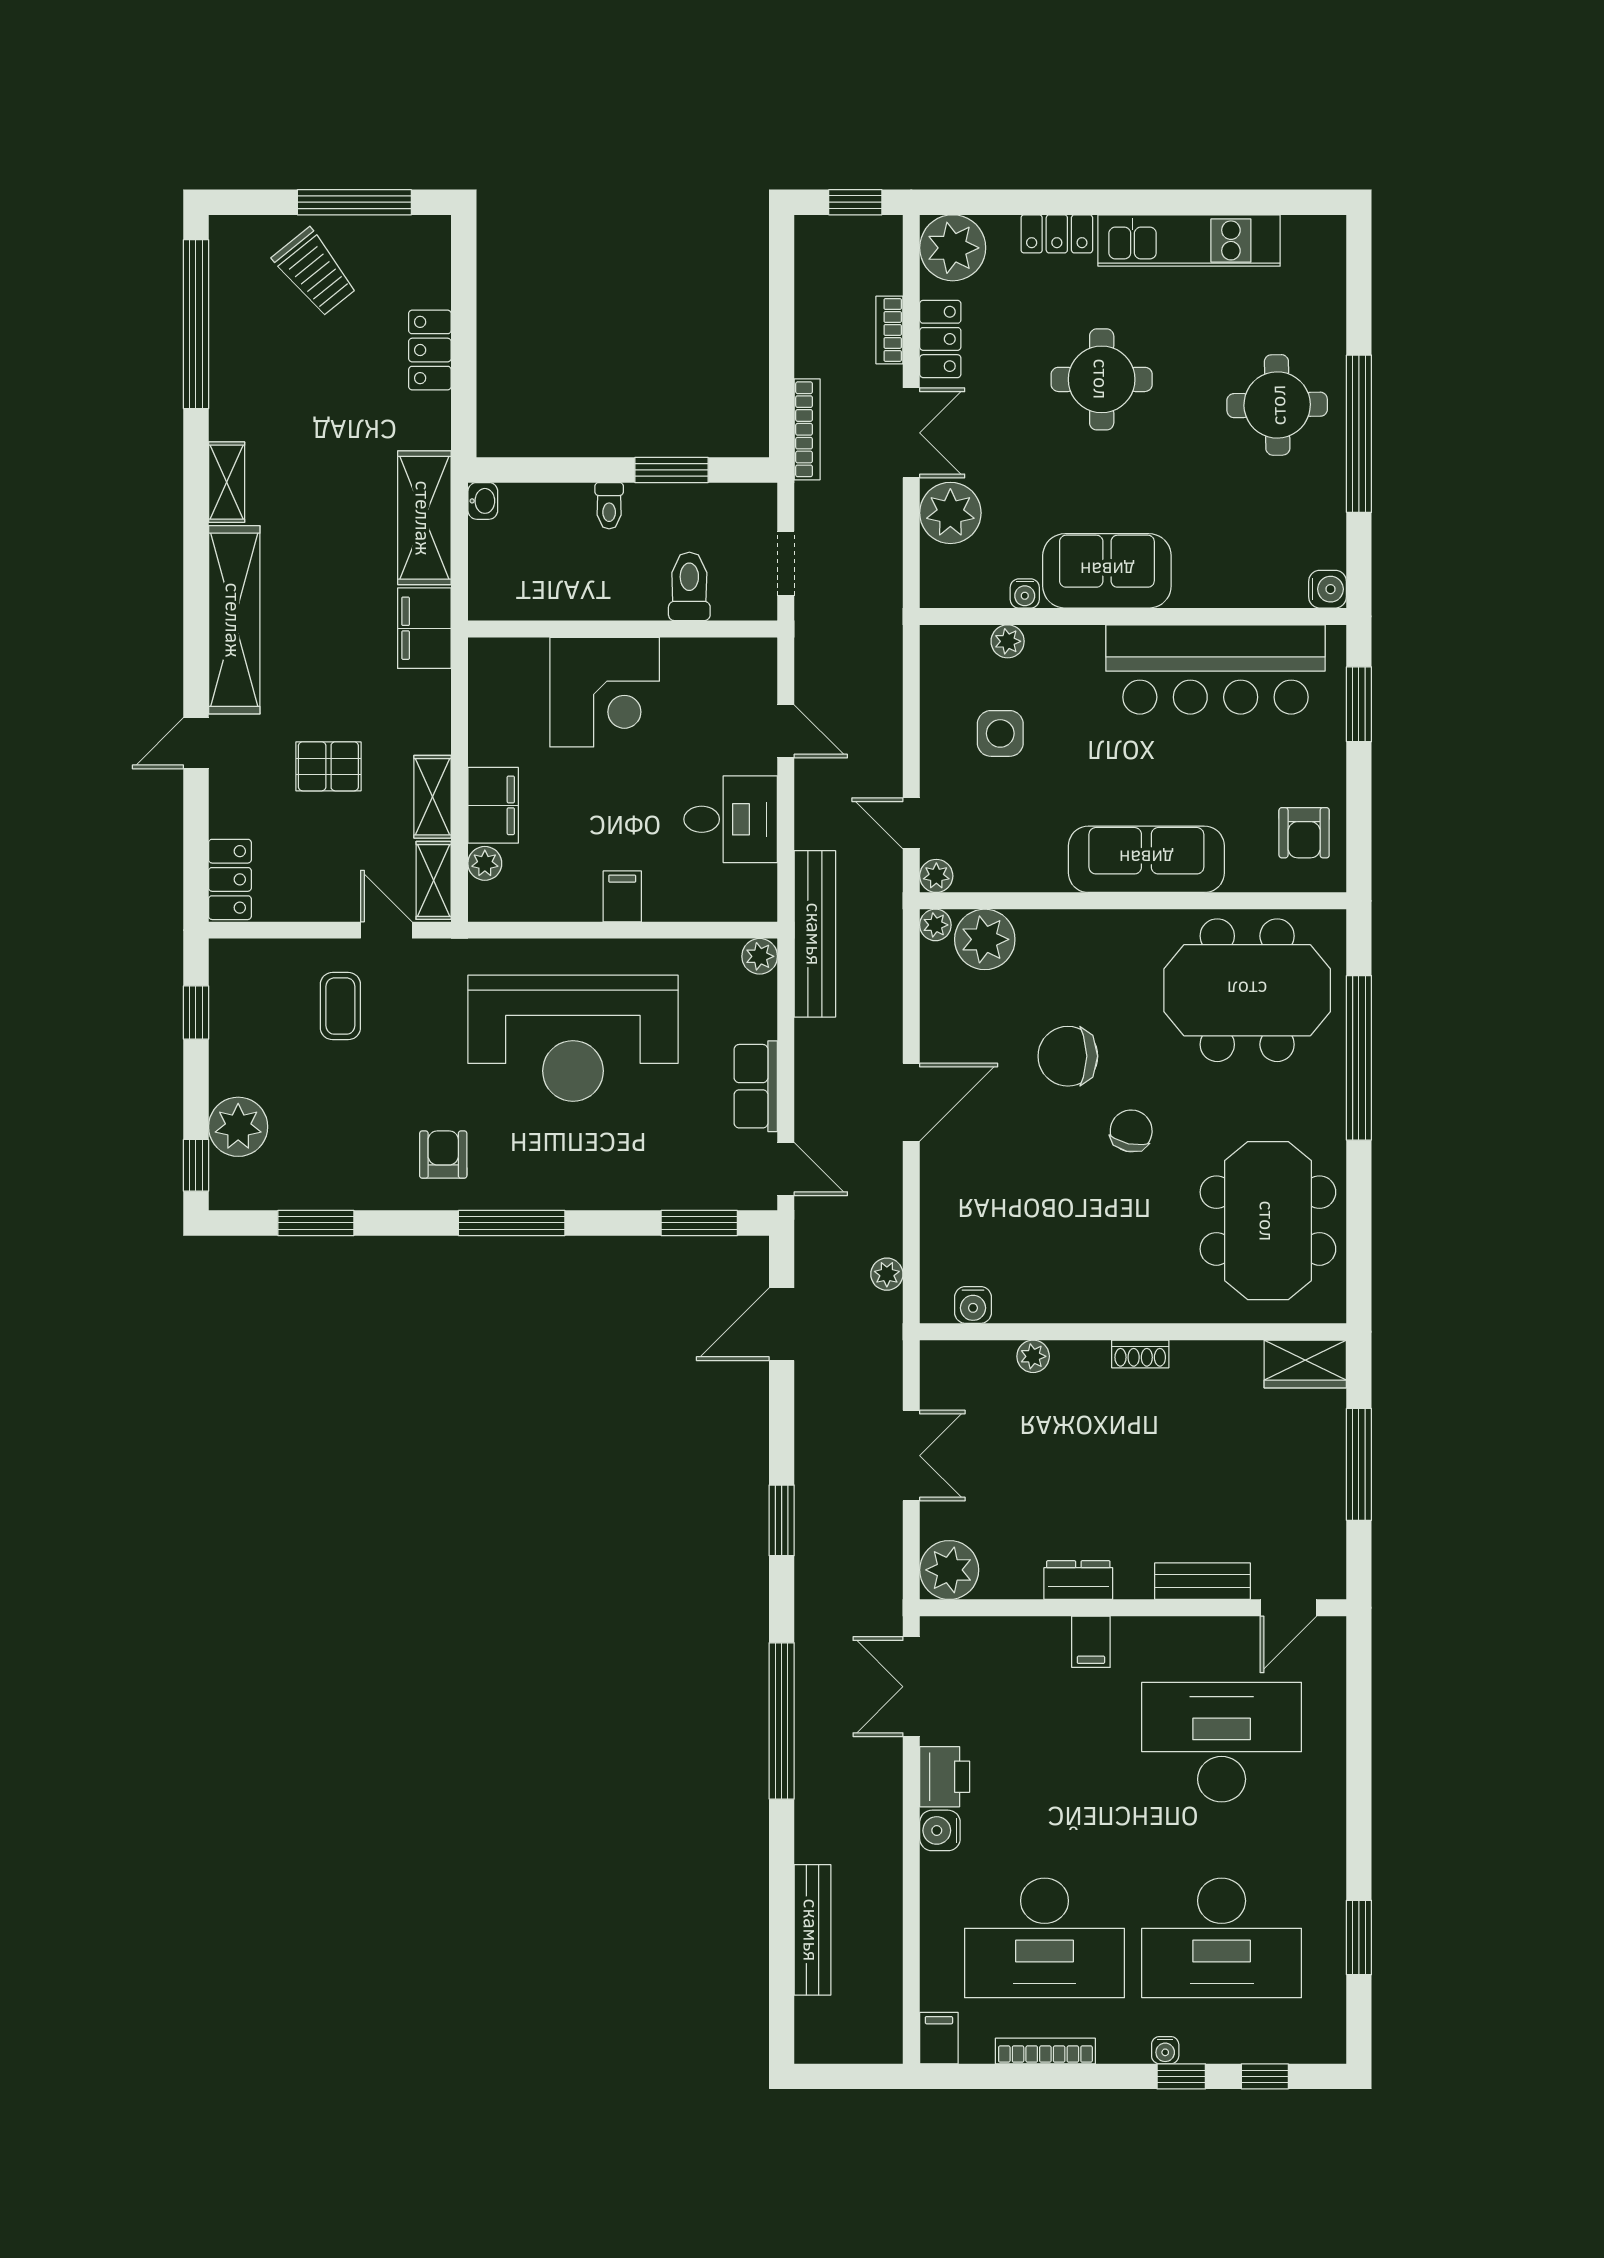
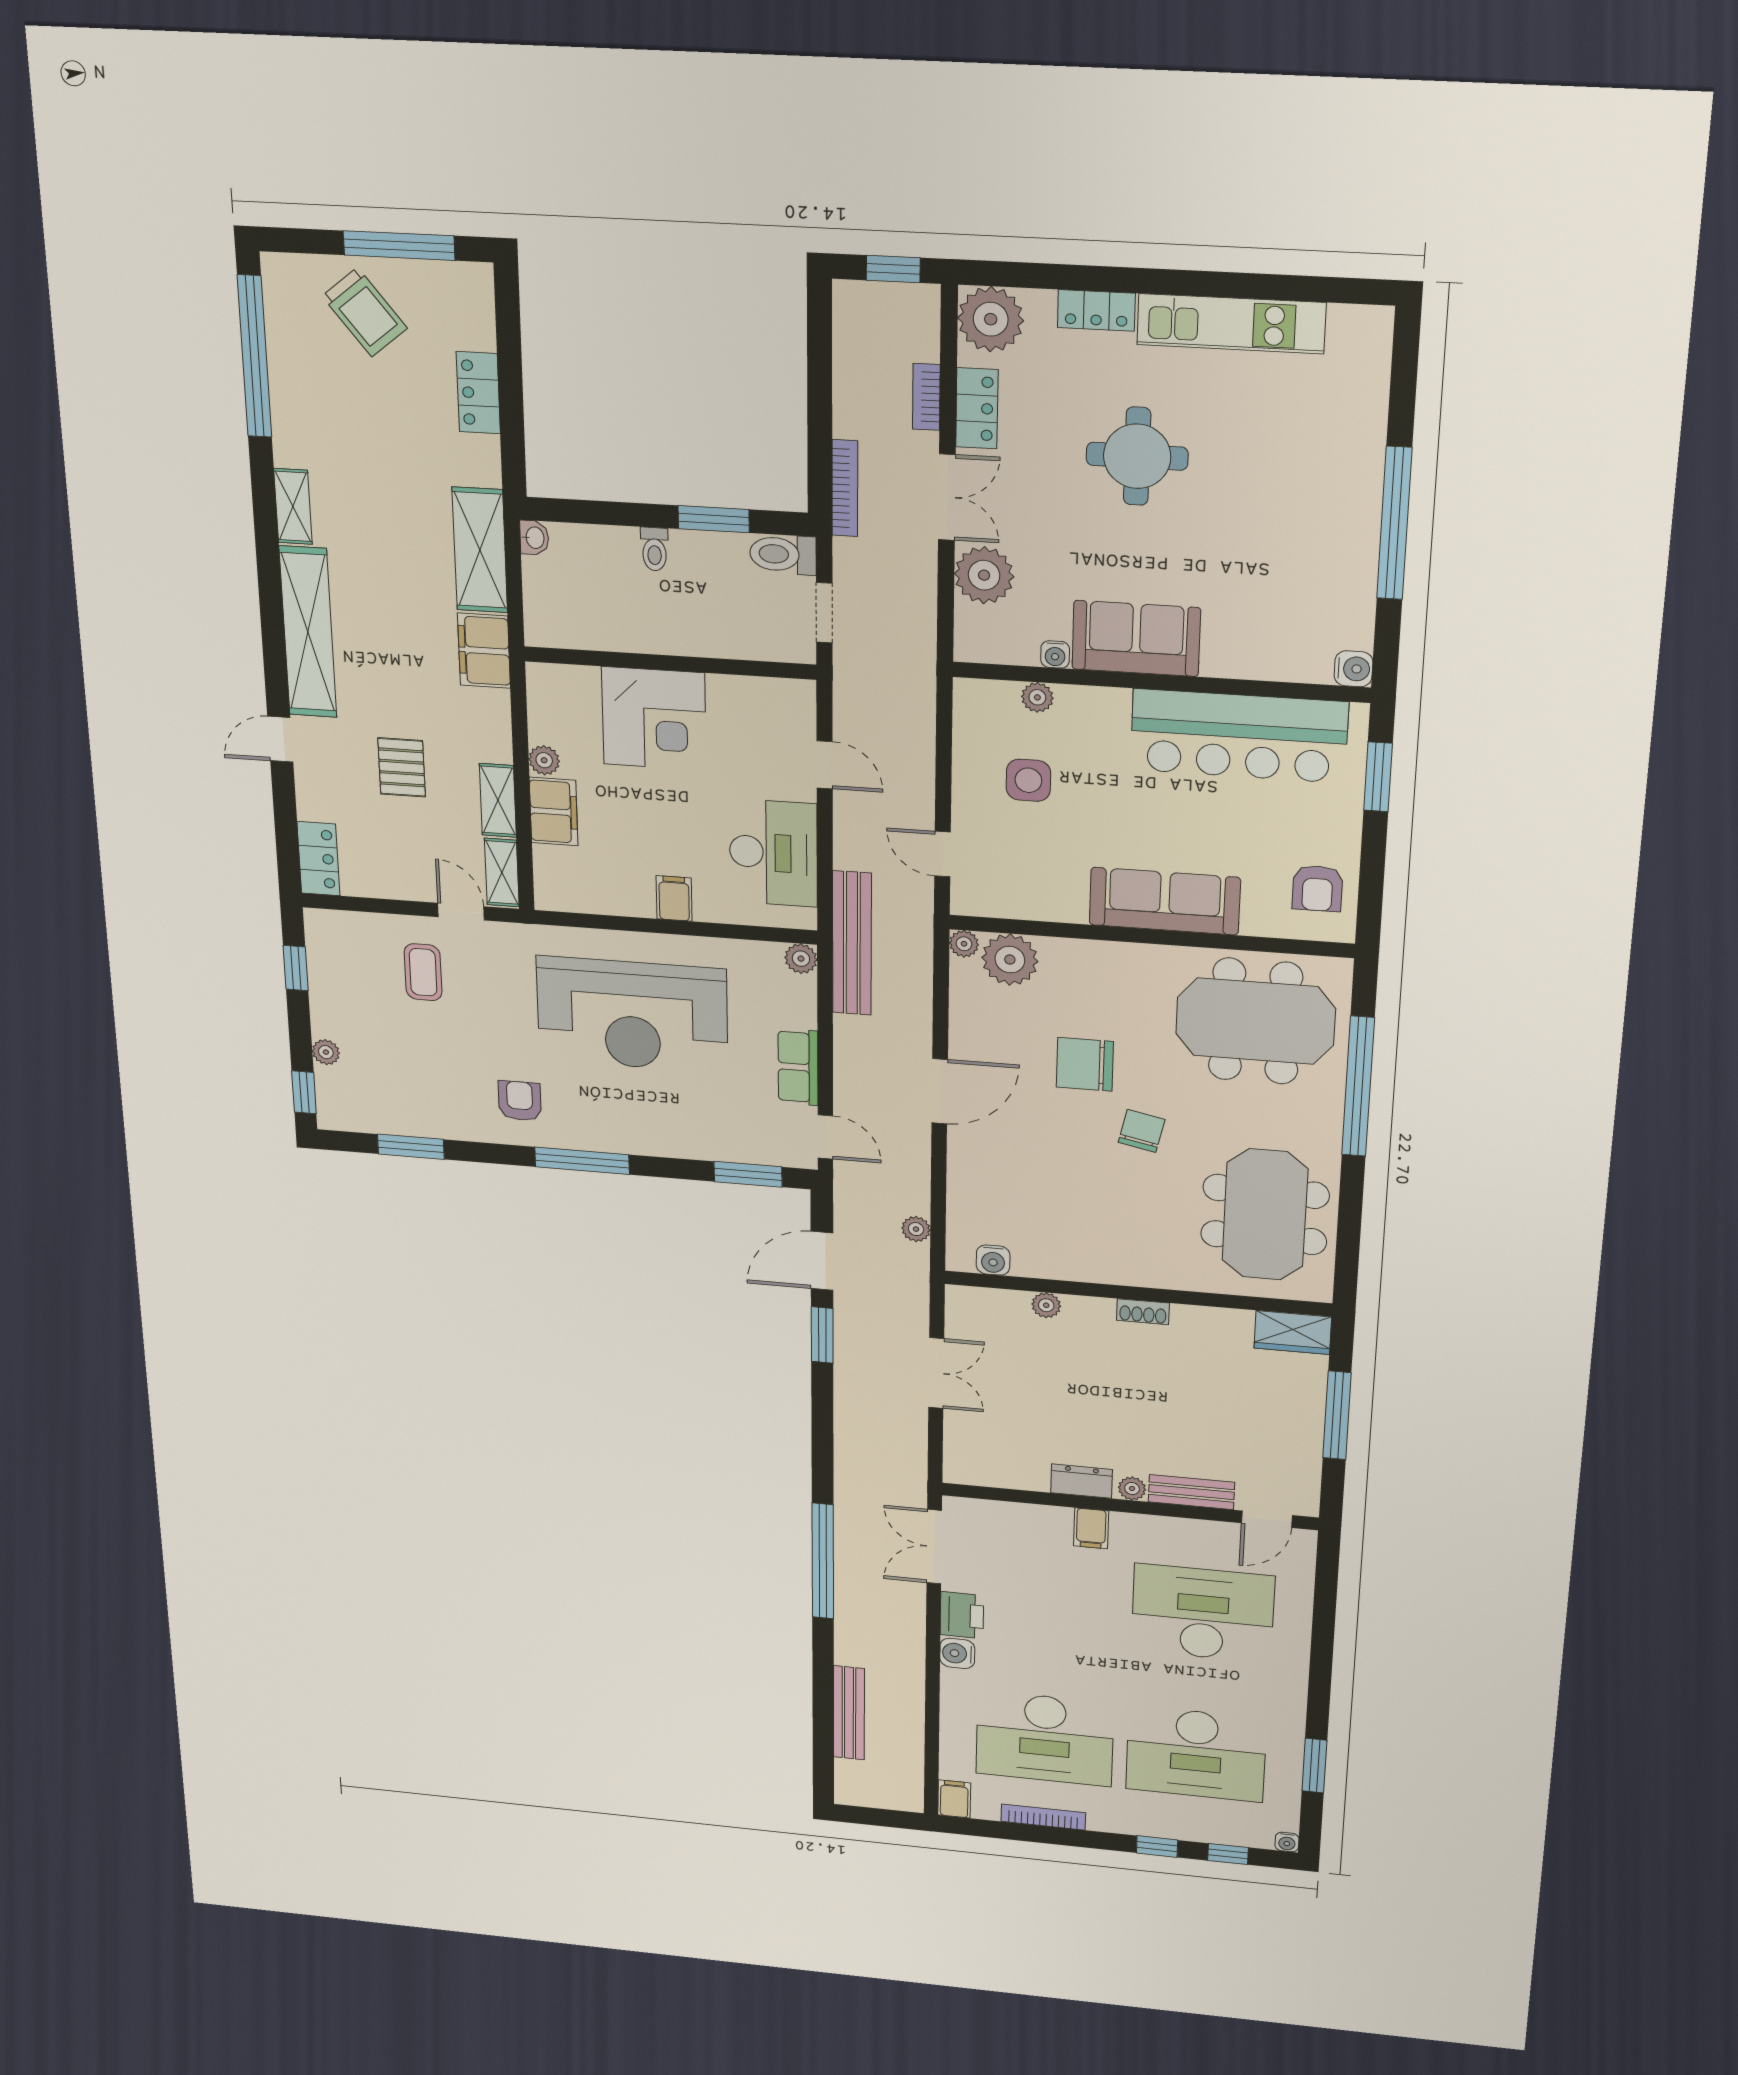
round table: (1277, 405) -> (1313, 491), removed
toilet: (689, 586) -> (783, 554), moved, turned -90
pallet: (328, 766) -> (402, 767), turned 90
desk: (731, 819) -> (773, 853), width x1.37
plant: (485, 863) -> (544, 760), moved
plant: (936, 876) -> (965, 902), removed
plant: (238, 1127) -> (326, 1052), width x0.53, depth x0.53
window: (782, 1520) -> (822, 1335), moved
plant: (949, 1570) -> (1132, 1488), moved, width x0.53, depth x0.53
water cooler: (1165, 2050) -> (1287, 1842), moved

